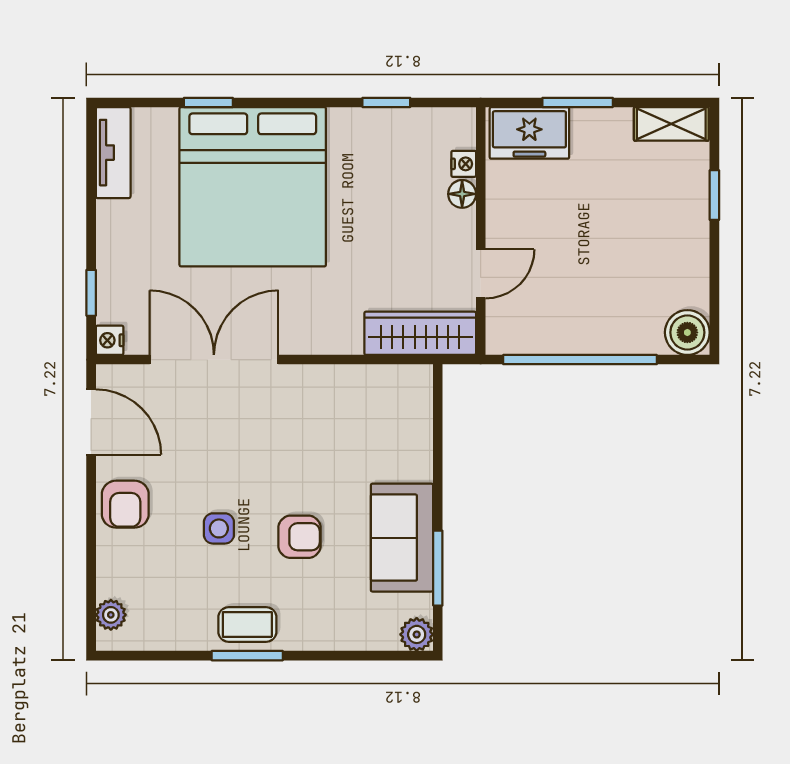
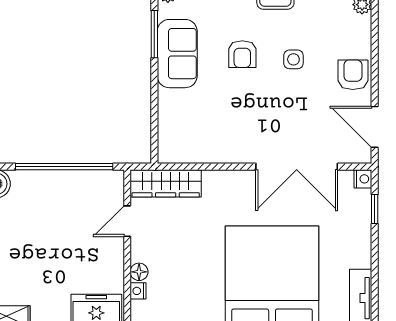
armchair: (299, 537) -> (242, 54), turned -90

